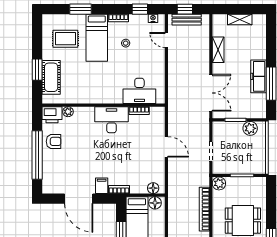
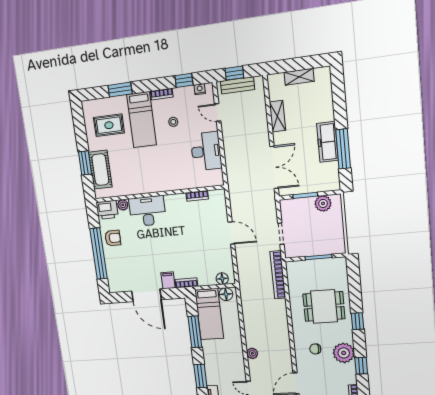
desk: (139, 91) -> (206, 151), moved, turned -90
desk: (111, 120) -> (147, 211), moved
plant: (219, 183) -> (293, 268), removed
bookcase: (204, 209) -> (278, 275), moved

